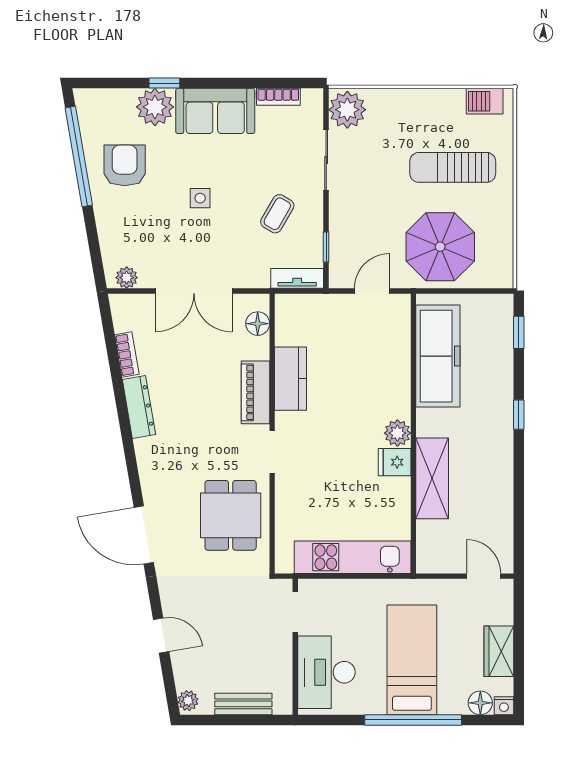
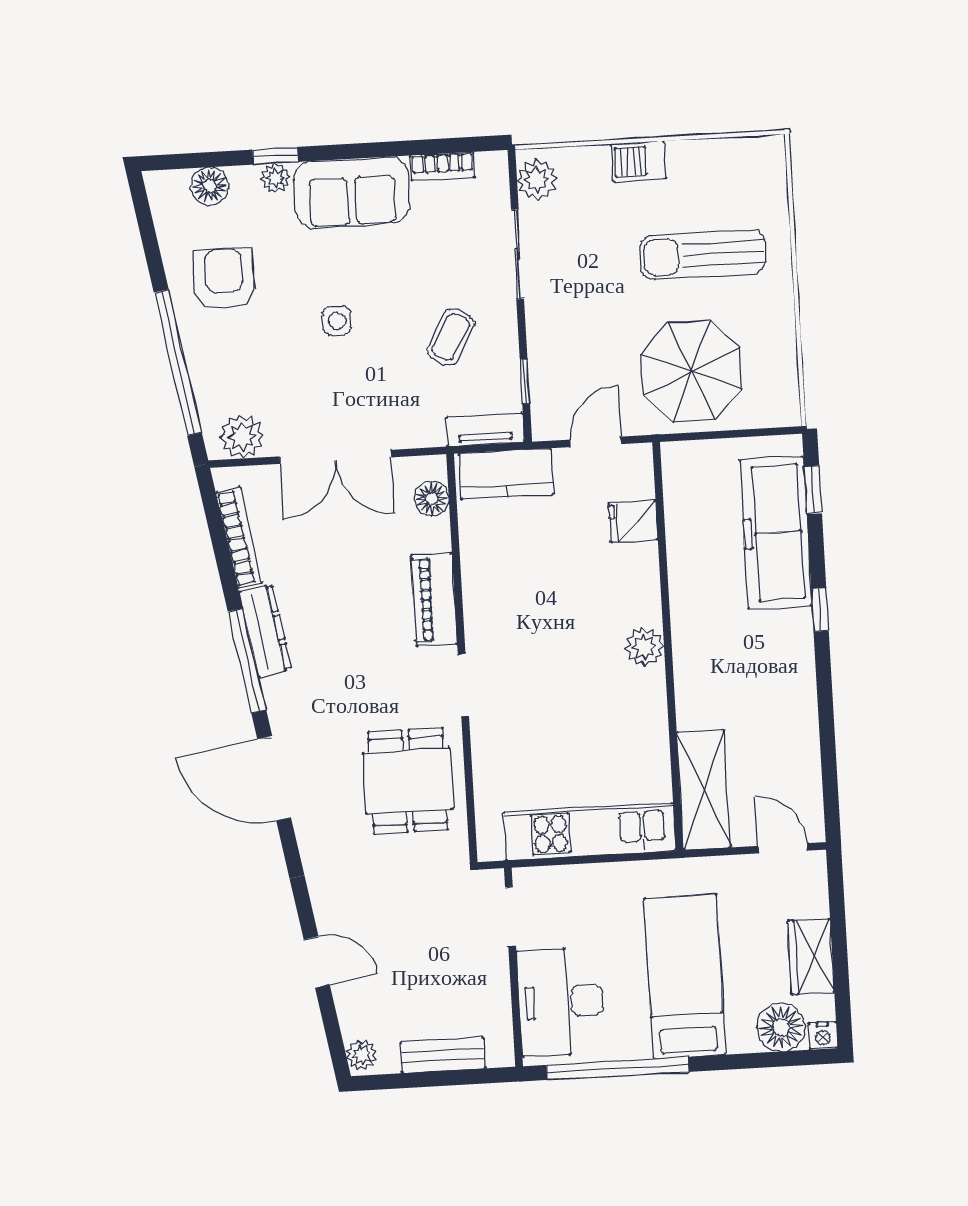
floor lamp: (118, 101) -> (210, 186), added
barbecue: (485, 101) -> (639, 161), moved
plant: (155, 107) -> (275, 178), width x0.53, depth x0.53
plant: (347, 110) -> (537, 180), width x0.73, depth x0.73
window: (79, 157) -> (178, 363), moved
plant: (127, 278) -> (242, 436), width x1.38, depth x1.38
bookcase: (127, 355) -> (239, 538), width x1.56
freezer: (438, 356) -> (776, 533), moved, turned 180
kitchen counter: (291, 379) -> (506, 474), moved, turned 90
window: (125, 427) -> (247, 661), added
fridge: (395, 462) -> (633, 521), moved
shelving: (432, 478) -> (704, 790), moved
door: (144, 535) -> (274, 778), moved
floor lamp: (480, 703) -> (781, 1027), width x1.38, depth x1.38
window: (413, 720) -> (618, 1068), moved

